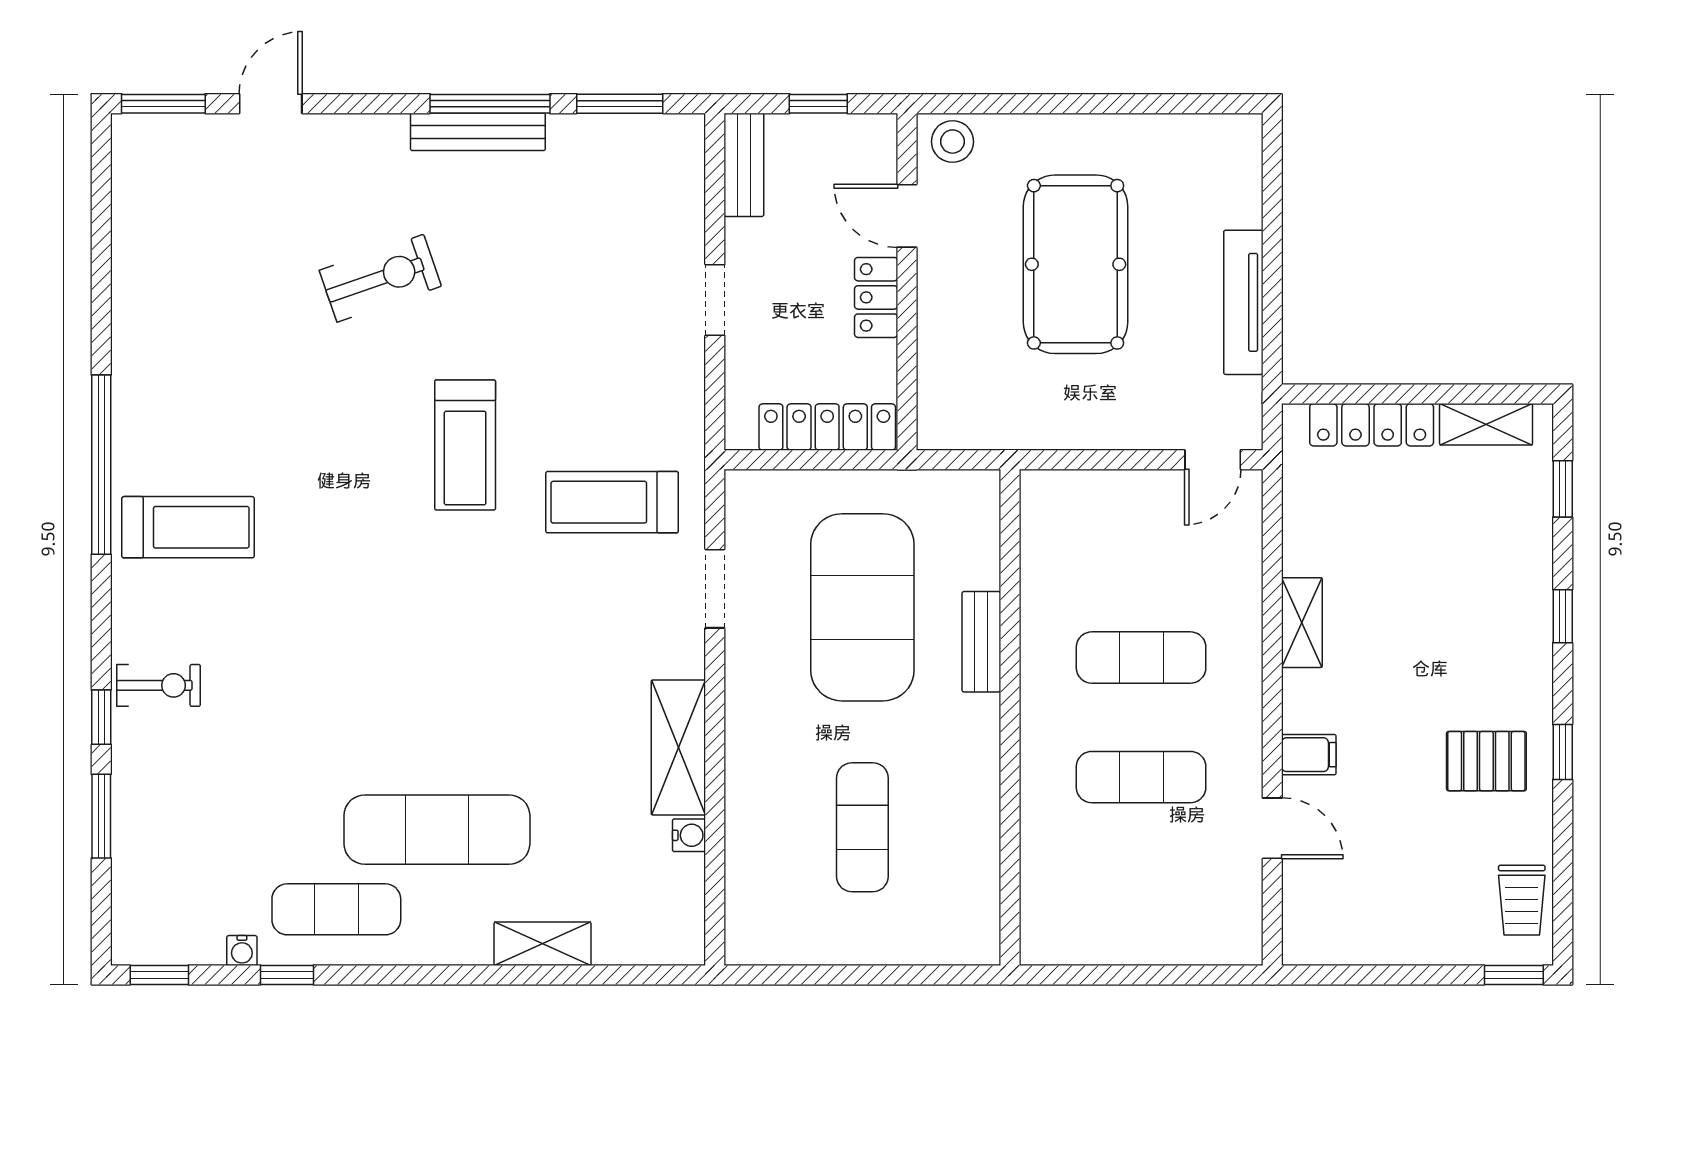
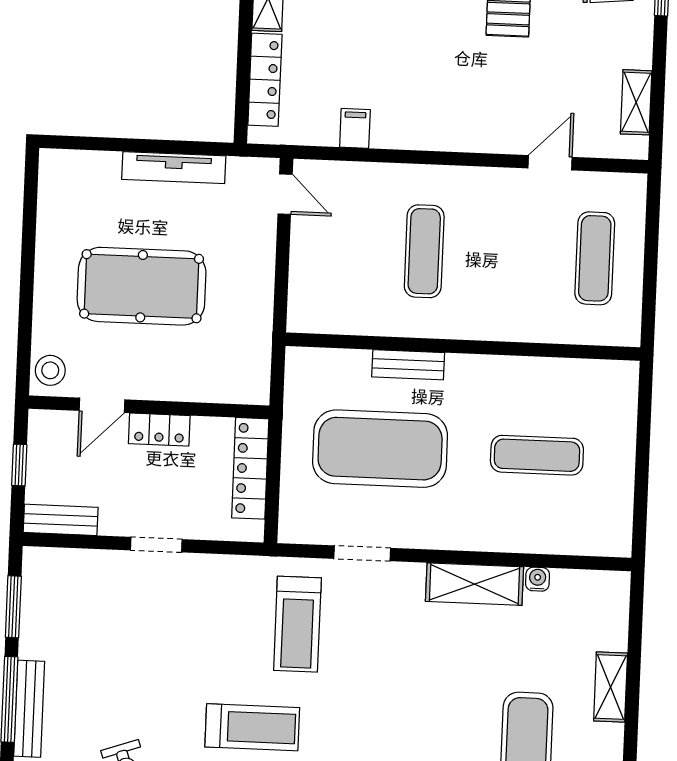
shelving: (1302, 623) -> (636, 102), moved, turned 90
filing cabinet: (1309, 755) -> (355, 128), moved
exercise mat: (1141, 777) -> (595, 258), moved

